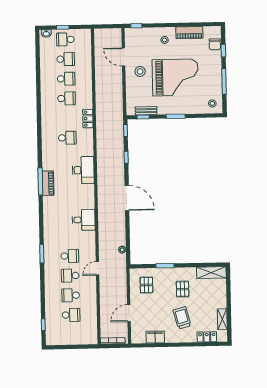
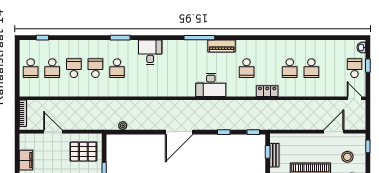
school desk: (66, 59) -> (31, 68), moved
stool: (140, 71) -> (347, 157), moved
piano: (48, 183) -> (222, 46), moved
desk: (84, 220) -> (150, 52), moved, turned 180
door: (97, 268) -> (354, 98), moved
pallet: (146, 285) -> (83, 152), width x1.50, depth x1.42

